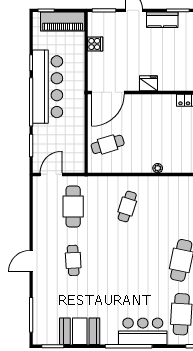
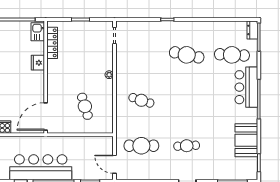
fridge: (149, 83) -> (38, 63), moved
door: (108, 92) -> (46, 117), swing flipped
cafe table: (108, 144) -> (85, 106), moved

